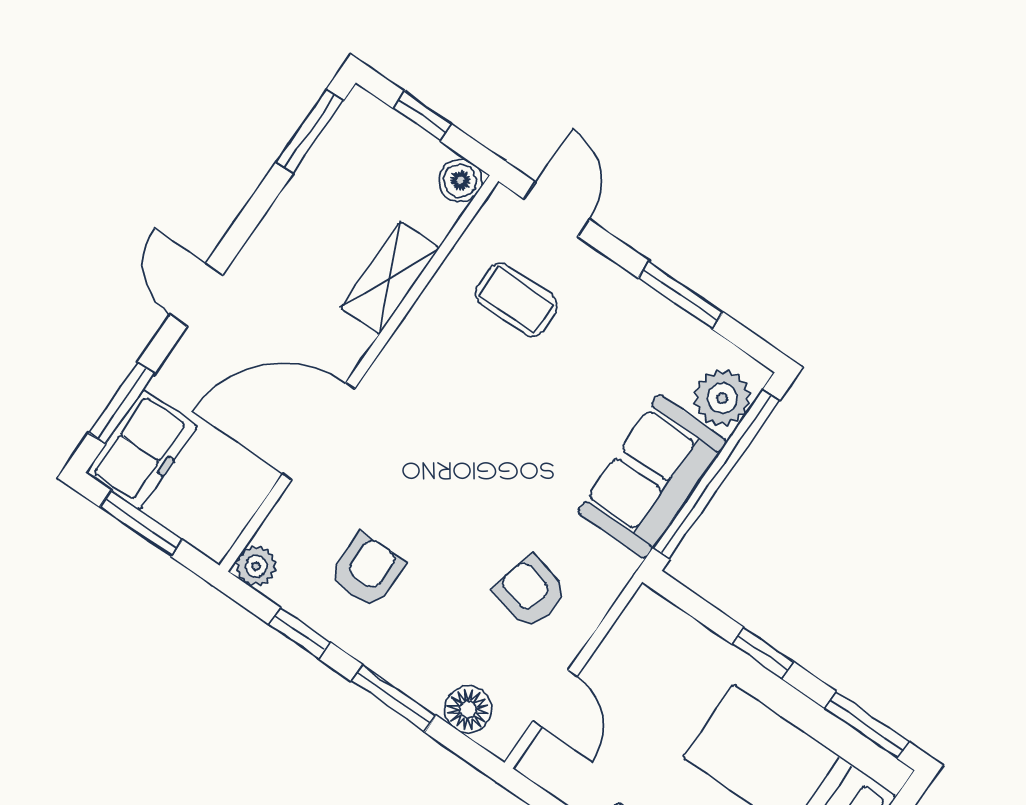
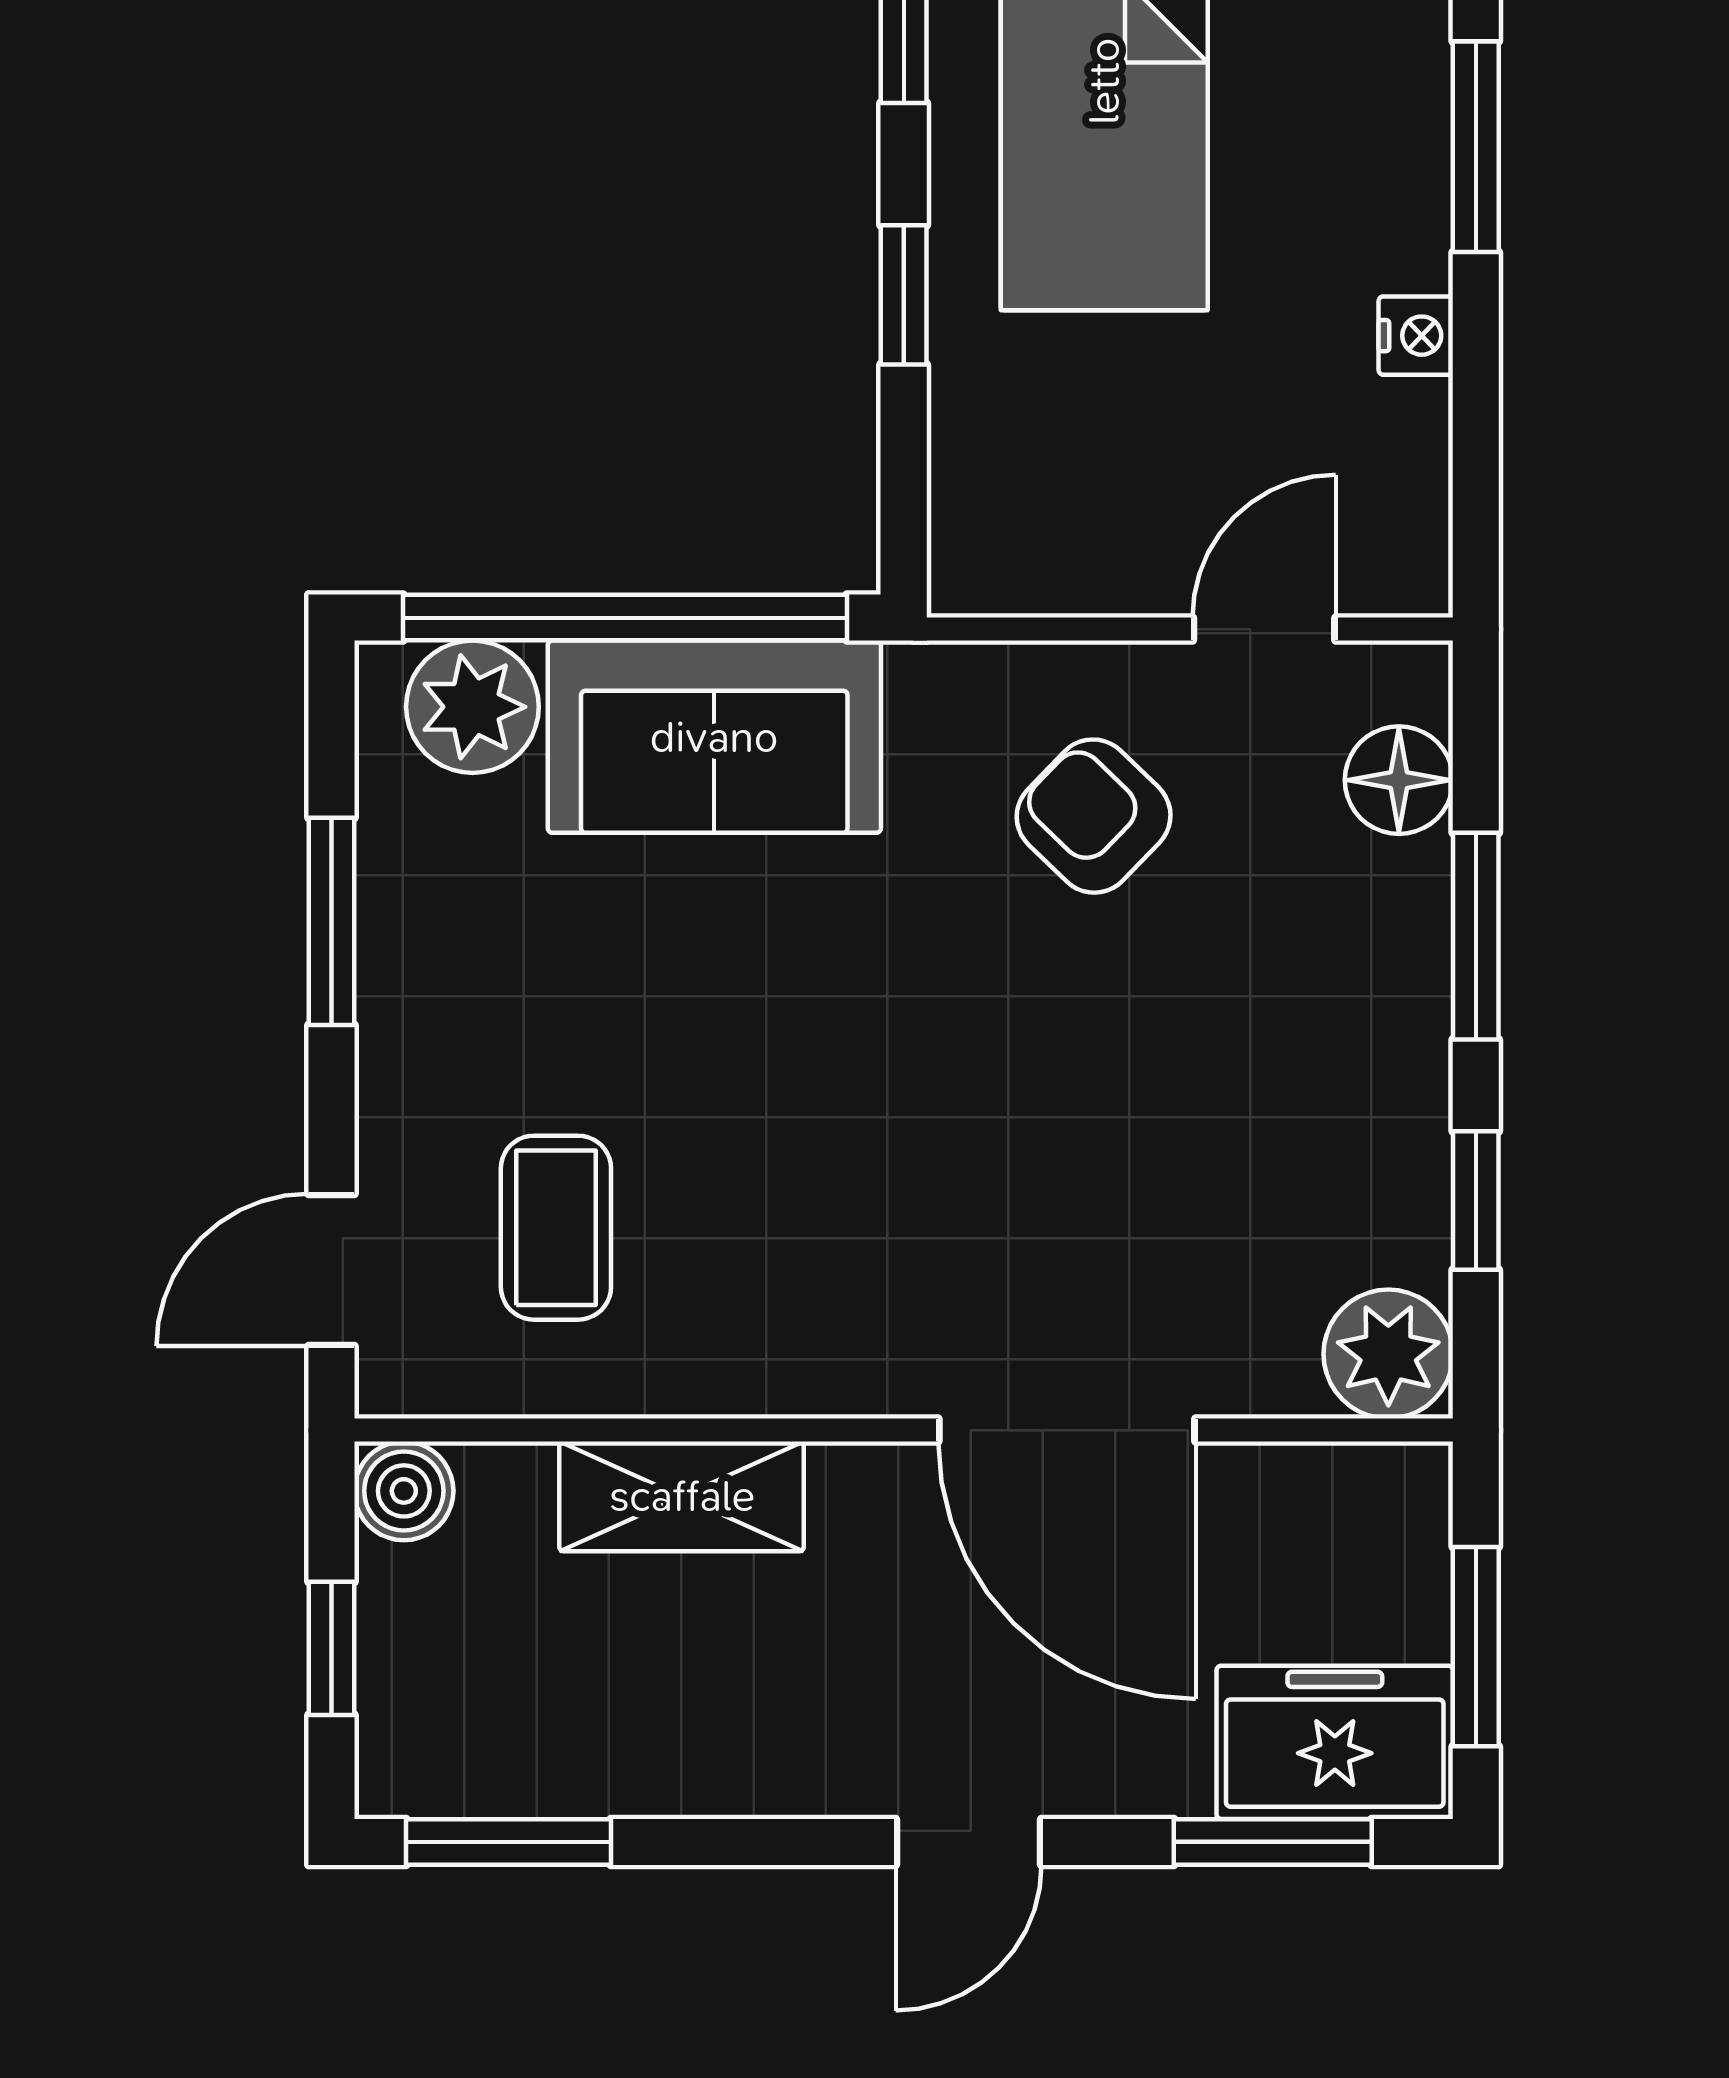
plant: (256, 566) -> (1388, 1354), width x1.38, depth x1.38
armchair: (367, 571) -> (1267, 1154), removed
armchair: (530, 592) -> (1094, 816), turned 120

